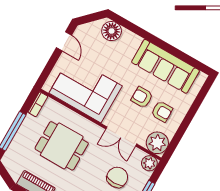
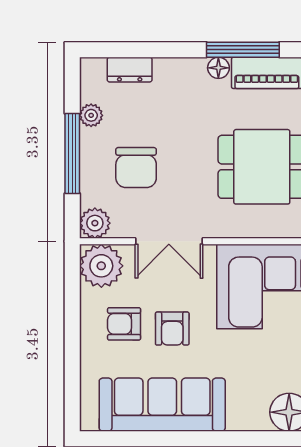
armchair: (142, 97) -> (172, 329), turned 90
double door: (121, 137) -> (169, 241), swing flipped

